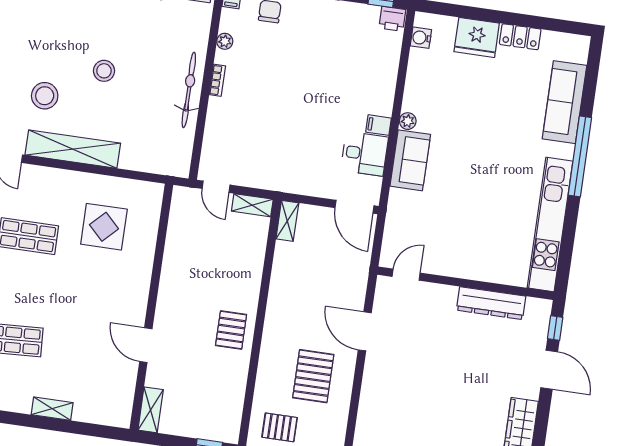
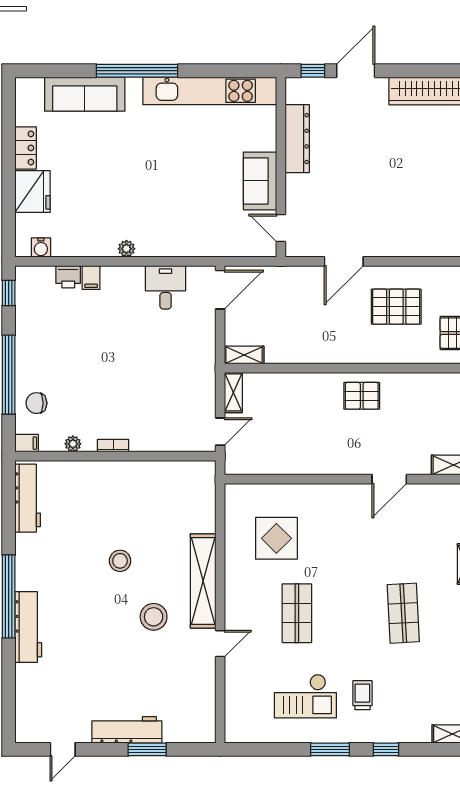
printer: (392, 19) -> (68, 277), moved, turned 90
bicycle: (189, 90) -> (127, 473), removed
filing cabinet: (379, 125) -> (91, 277), moved
sofa: (410, 160) -> (260, 181), moved, turned -90

